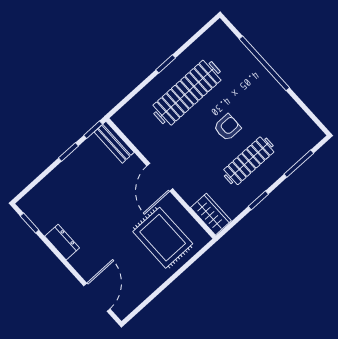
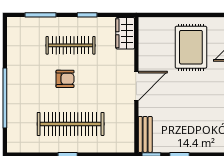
armchair: (227, 127) -> (65, 79), turned 180
rug: (163, 238) -> (191, 47), moved

